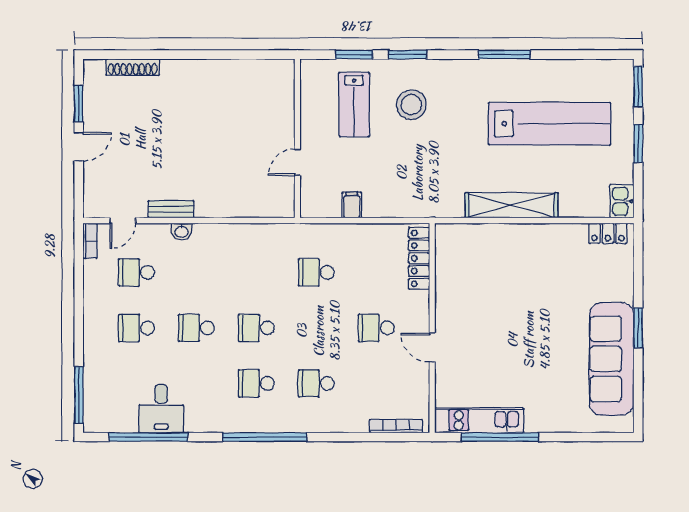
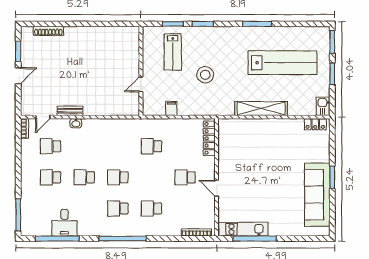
stool: (411, 105) -> (205, 75), moved

